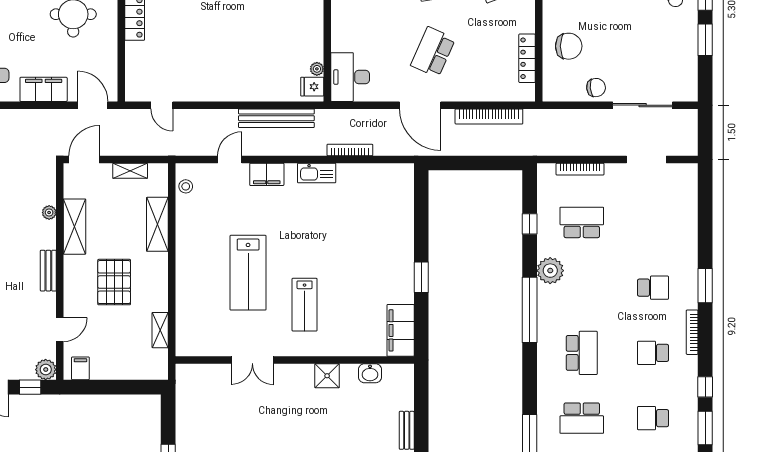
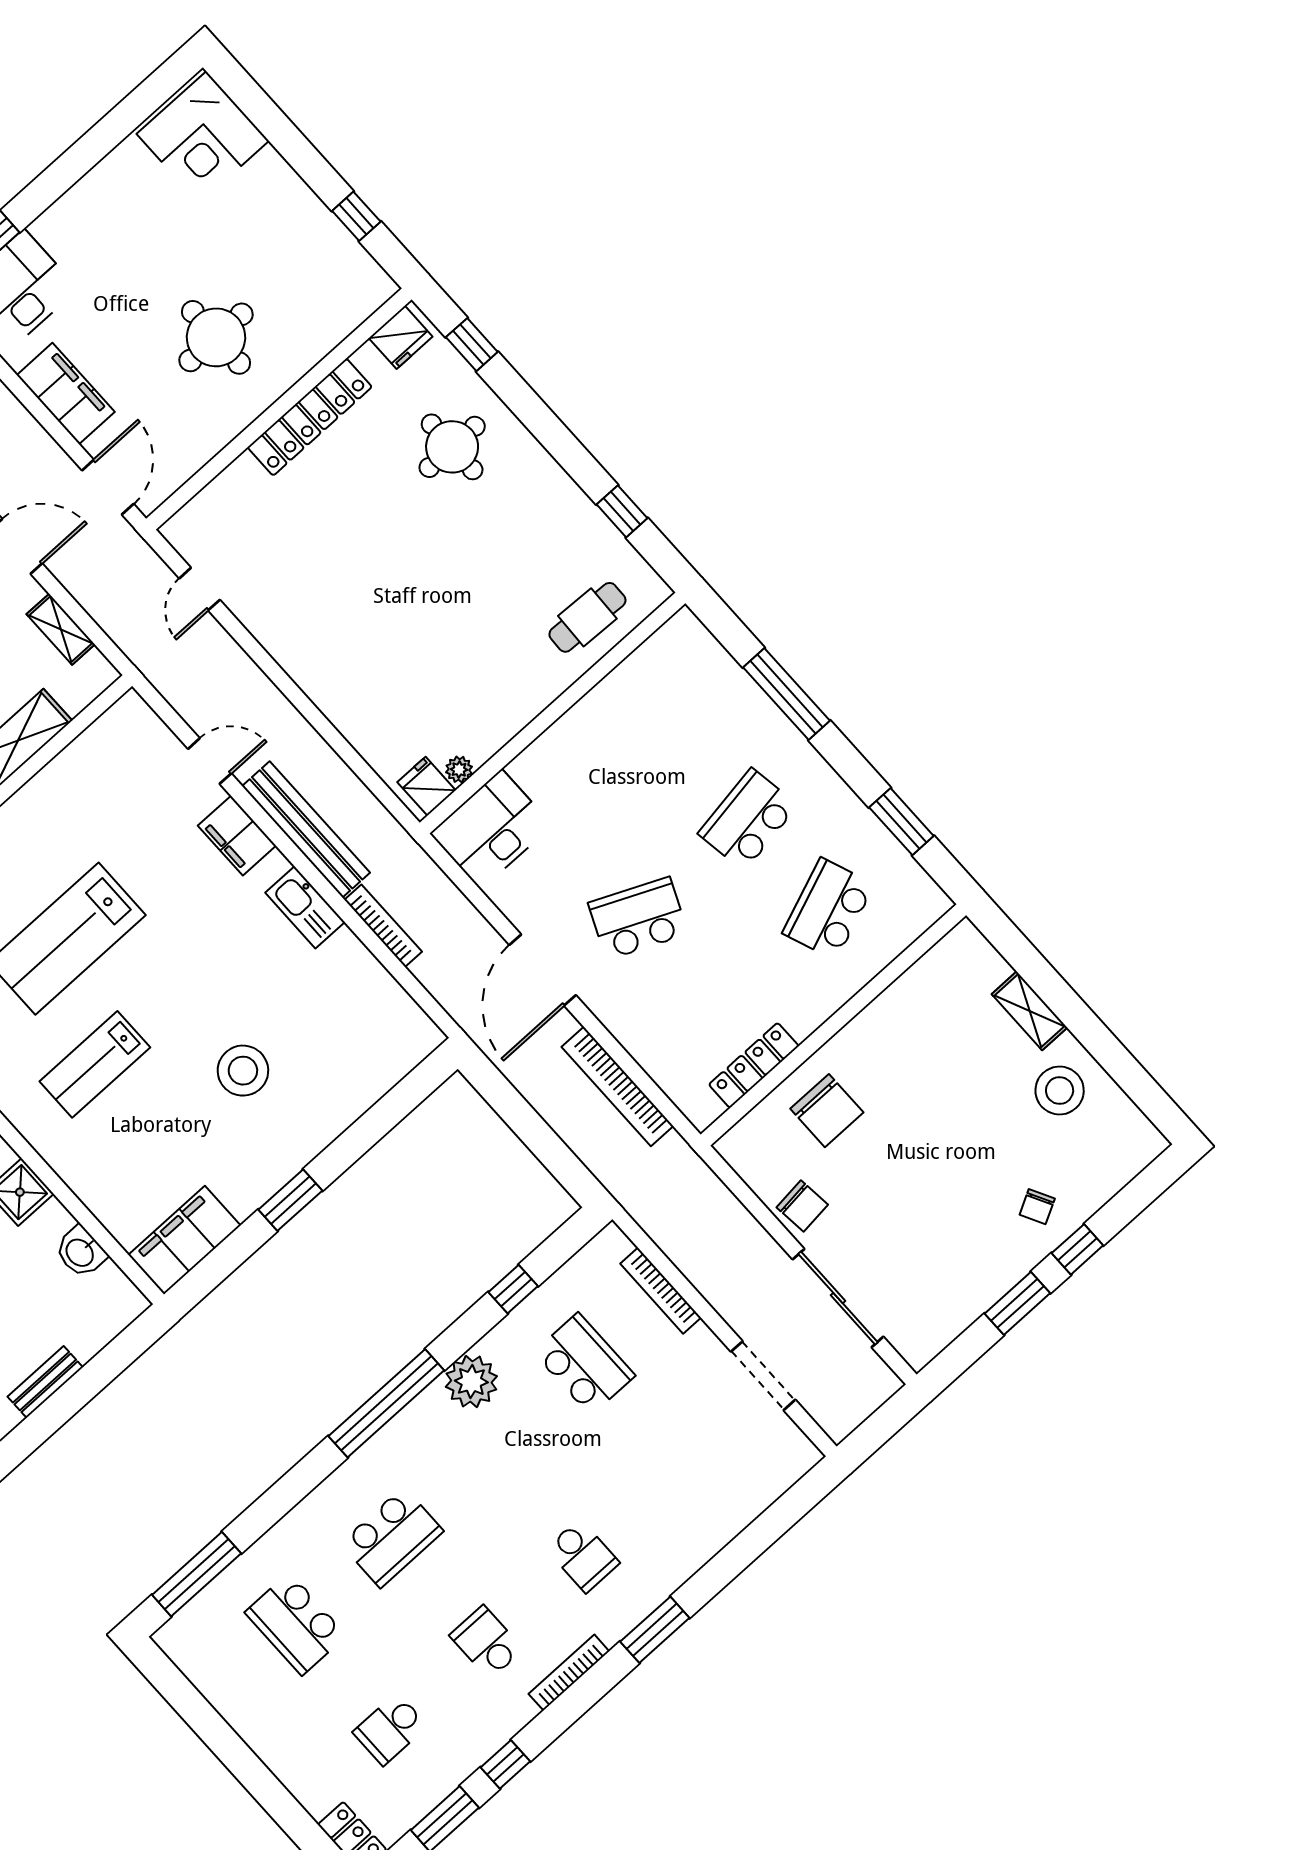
bench: (276, 118) -> (306, 829), moved
stool: (186, 186) -> (243, 1071), moved, width x1.89, depth x1.89
school desk: (653, 418) -> (390, 1729), turned -90

